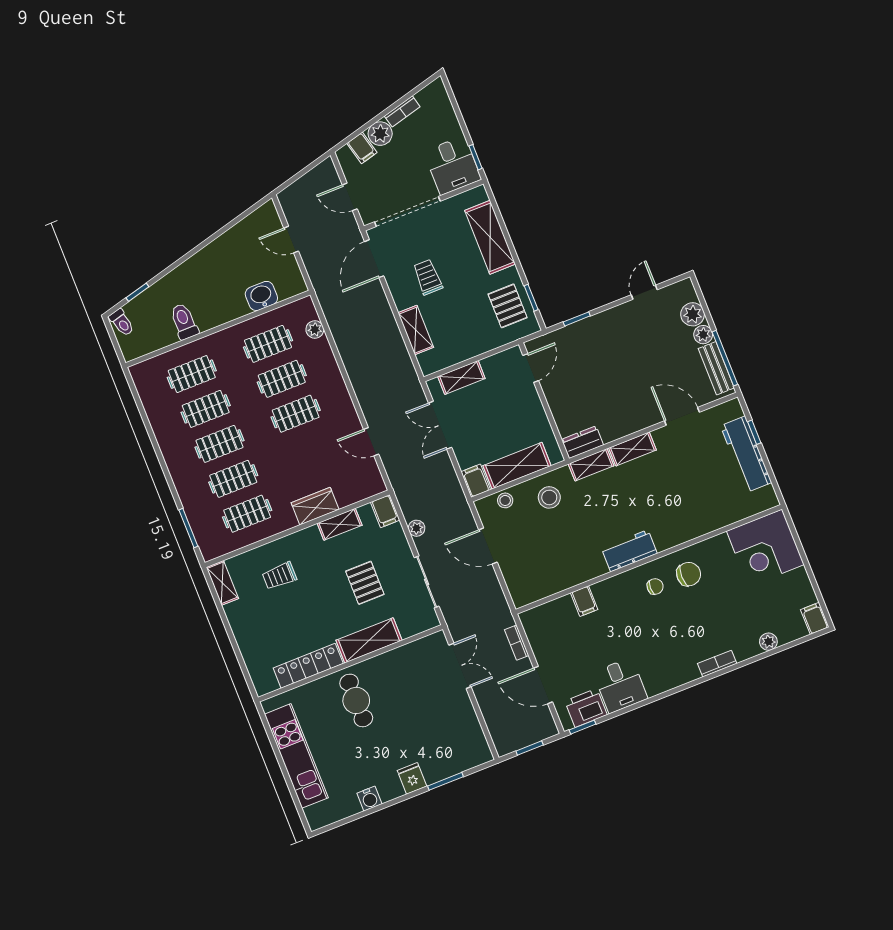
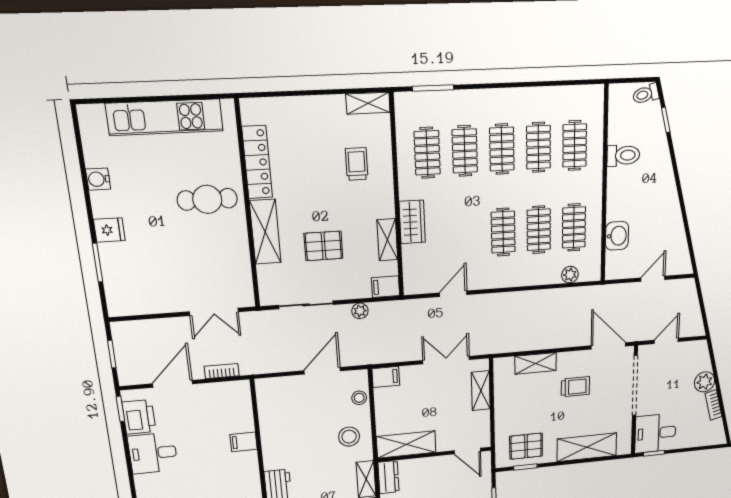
filing cabinet: (362, 148) -> (700, 363), removed
shelving: (517, 466) -> (406, 444), moved, turned 90

